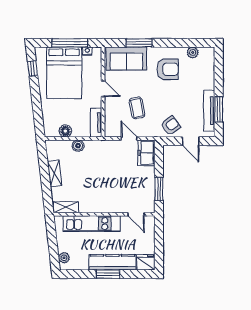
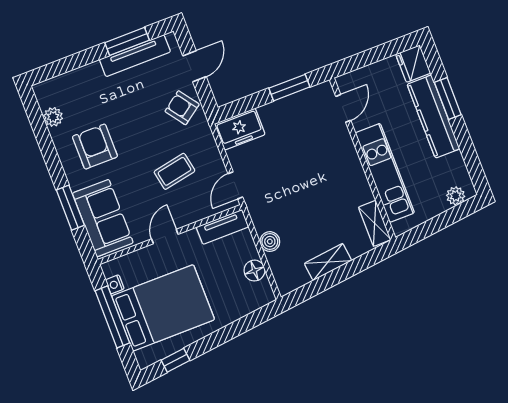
door: (129, 139) -> (235, 185), moved
window: (108, 274) -> (448, 99), moved

